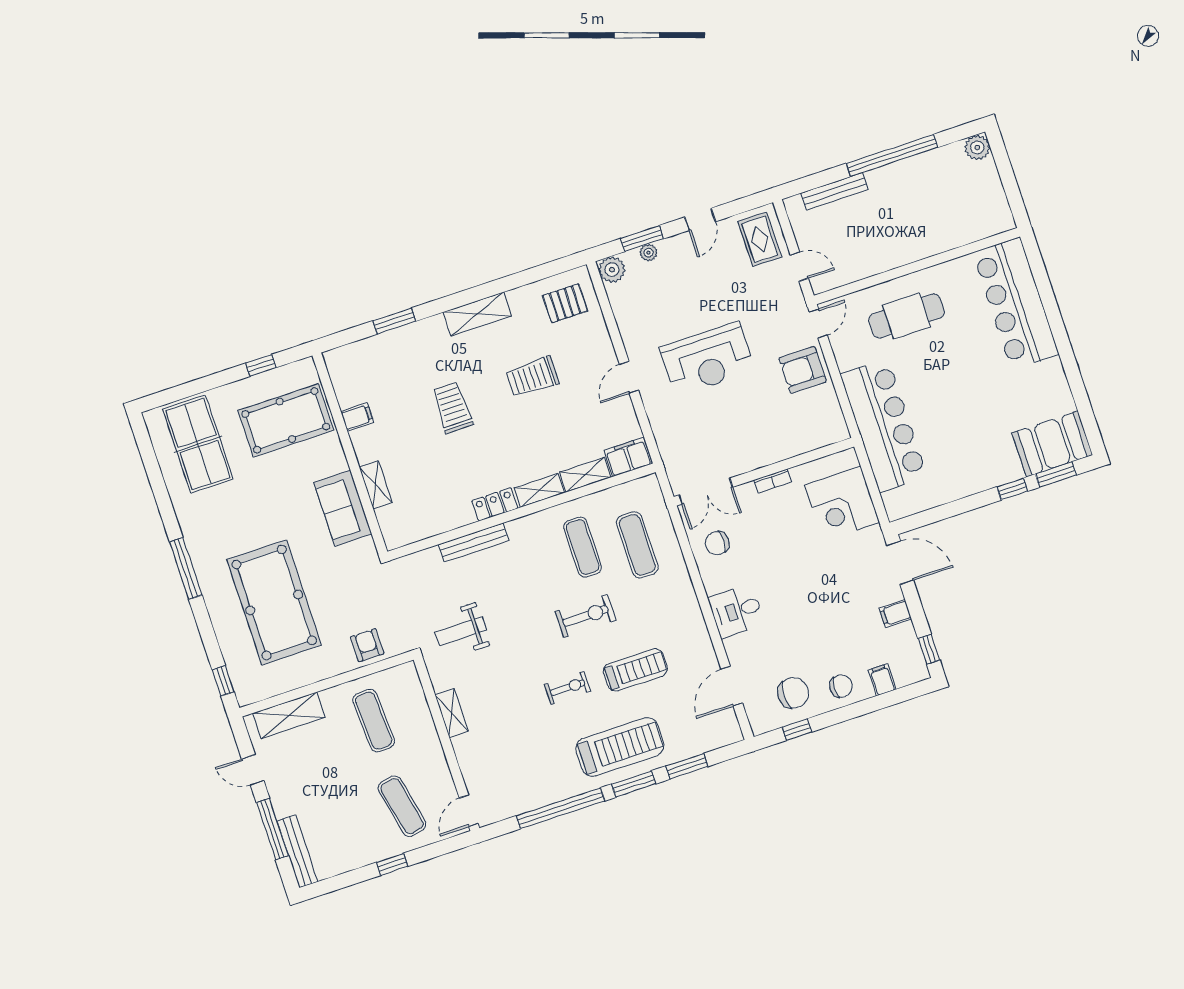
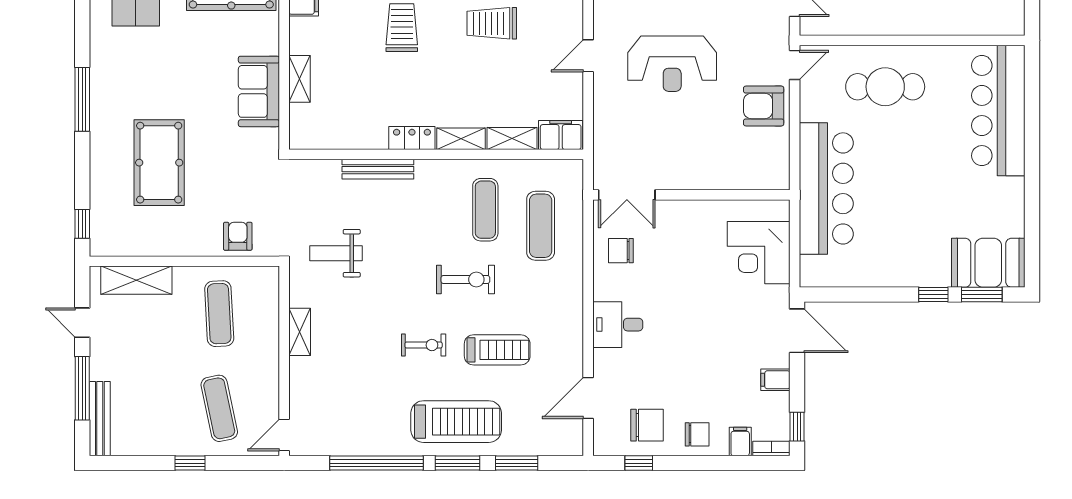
bookcase: (773, 481) -> (771, 449), moved, turned 180
pool table: (274, 602) -> (159, 163), width x0.73, depth x0.76

